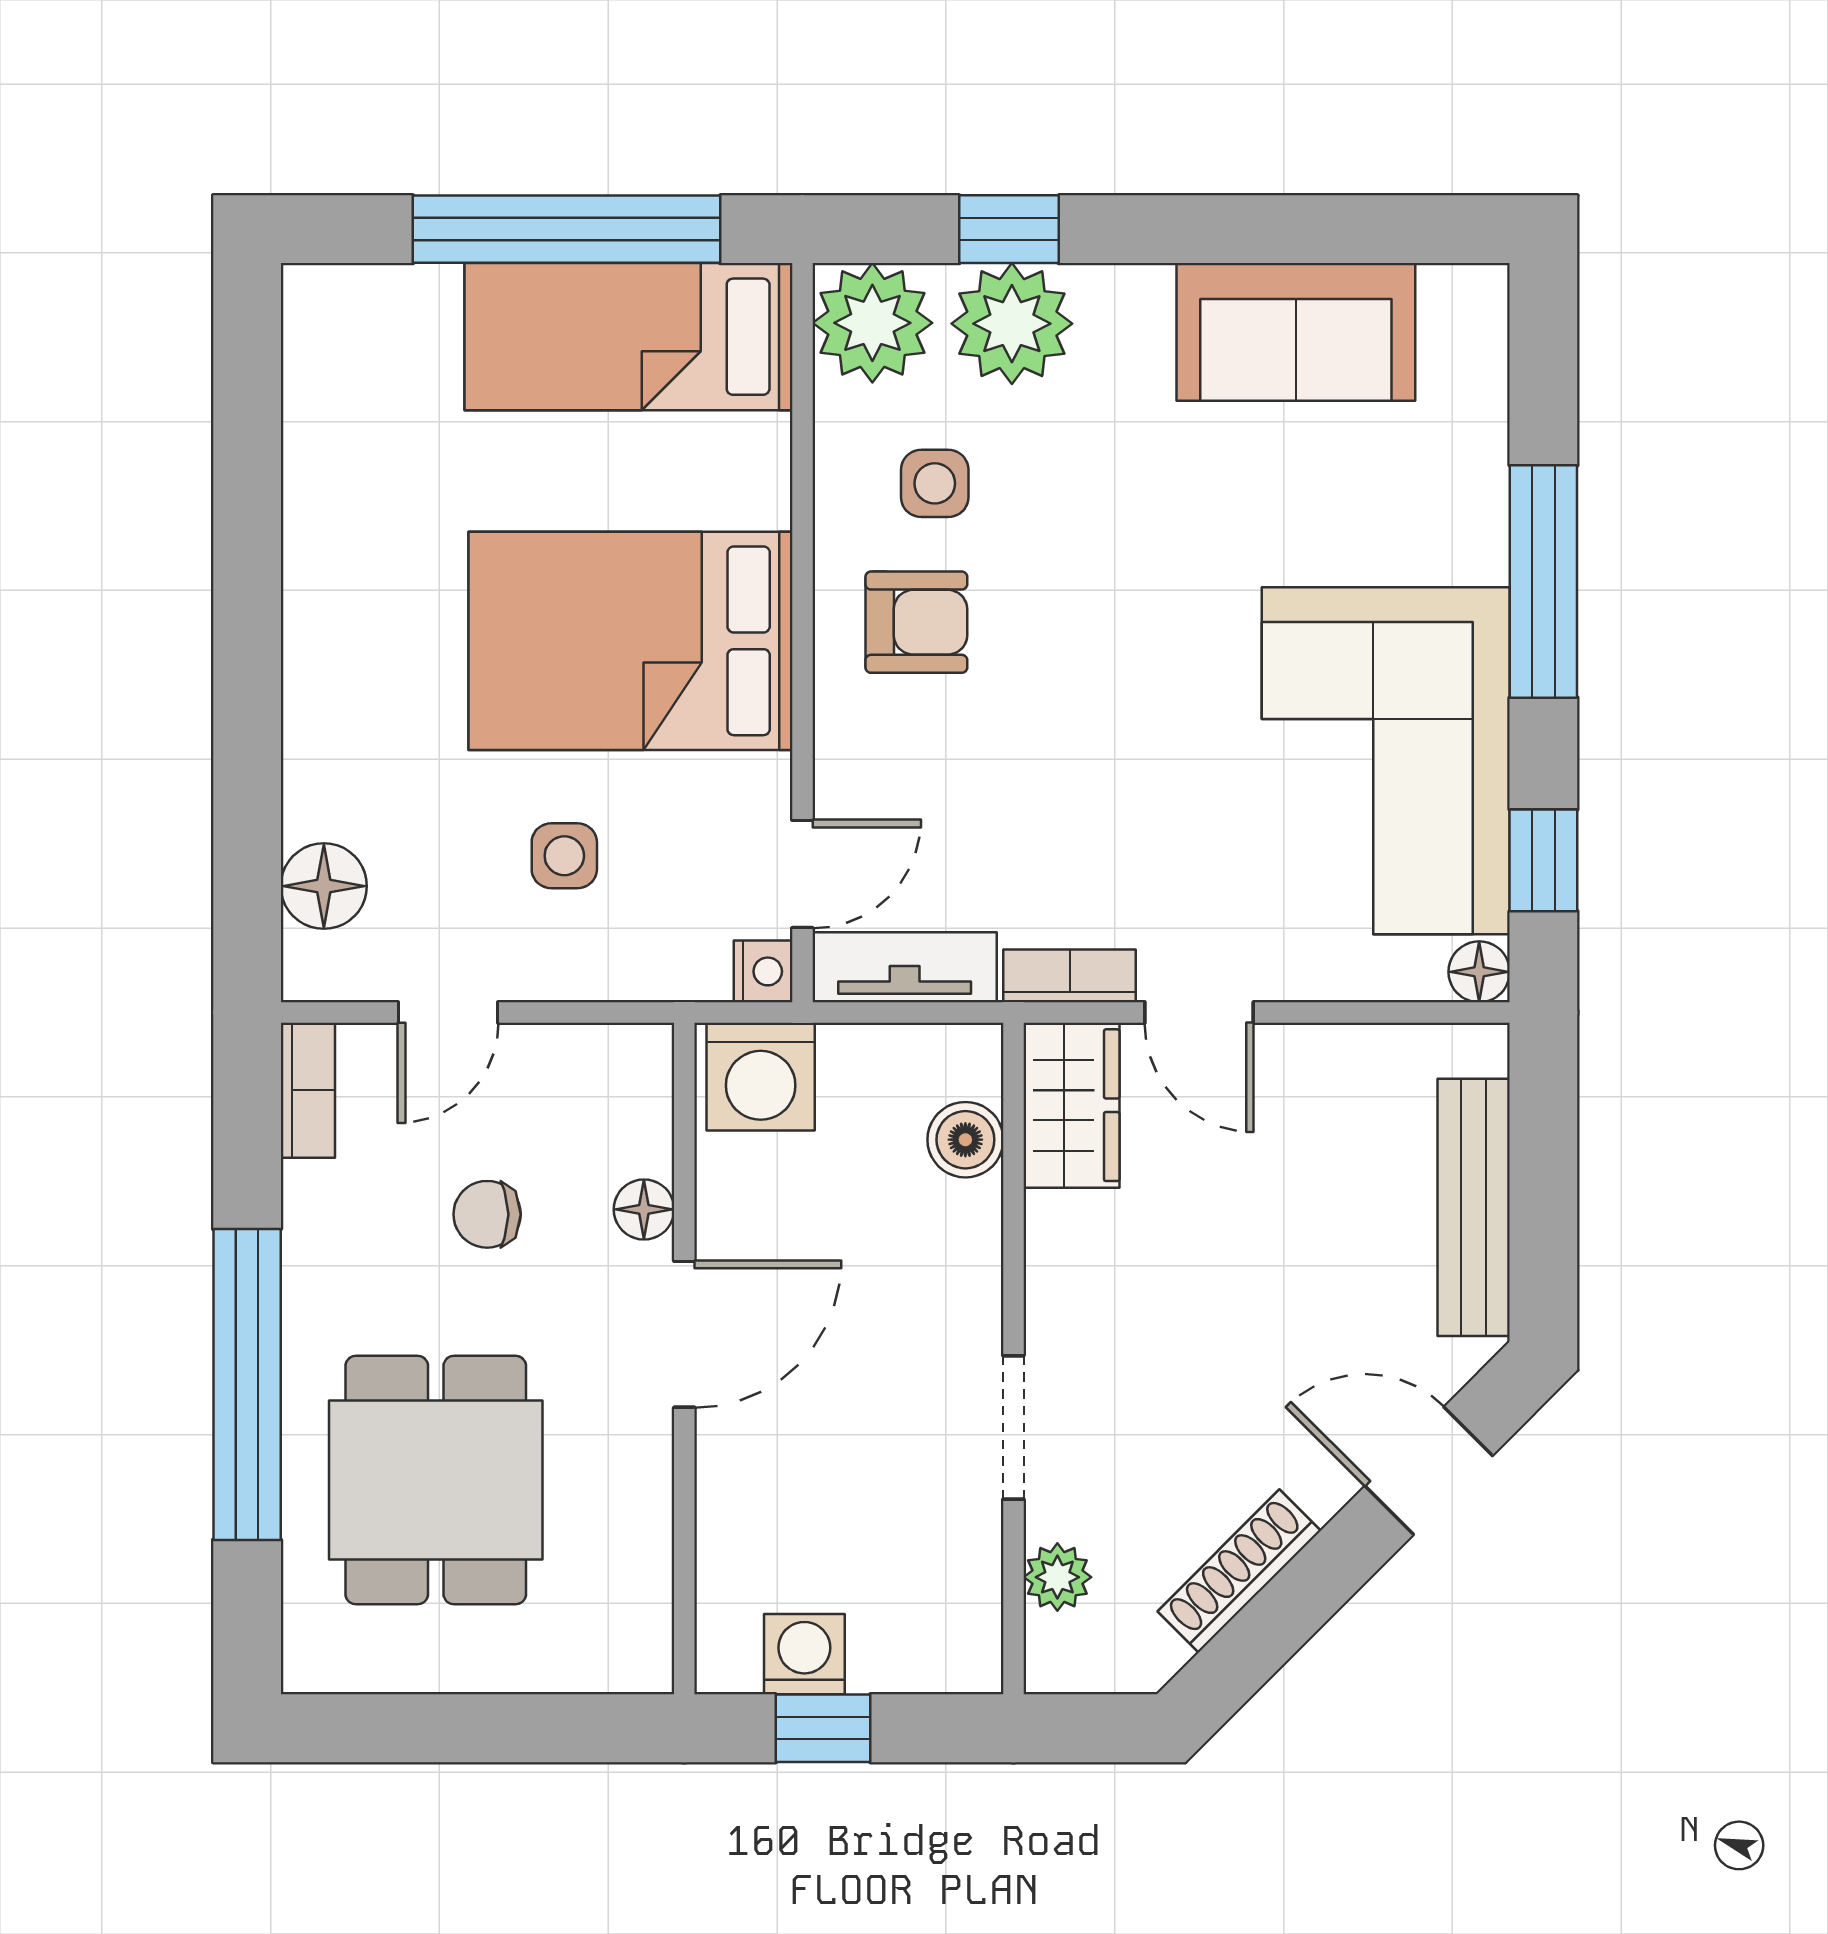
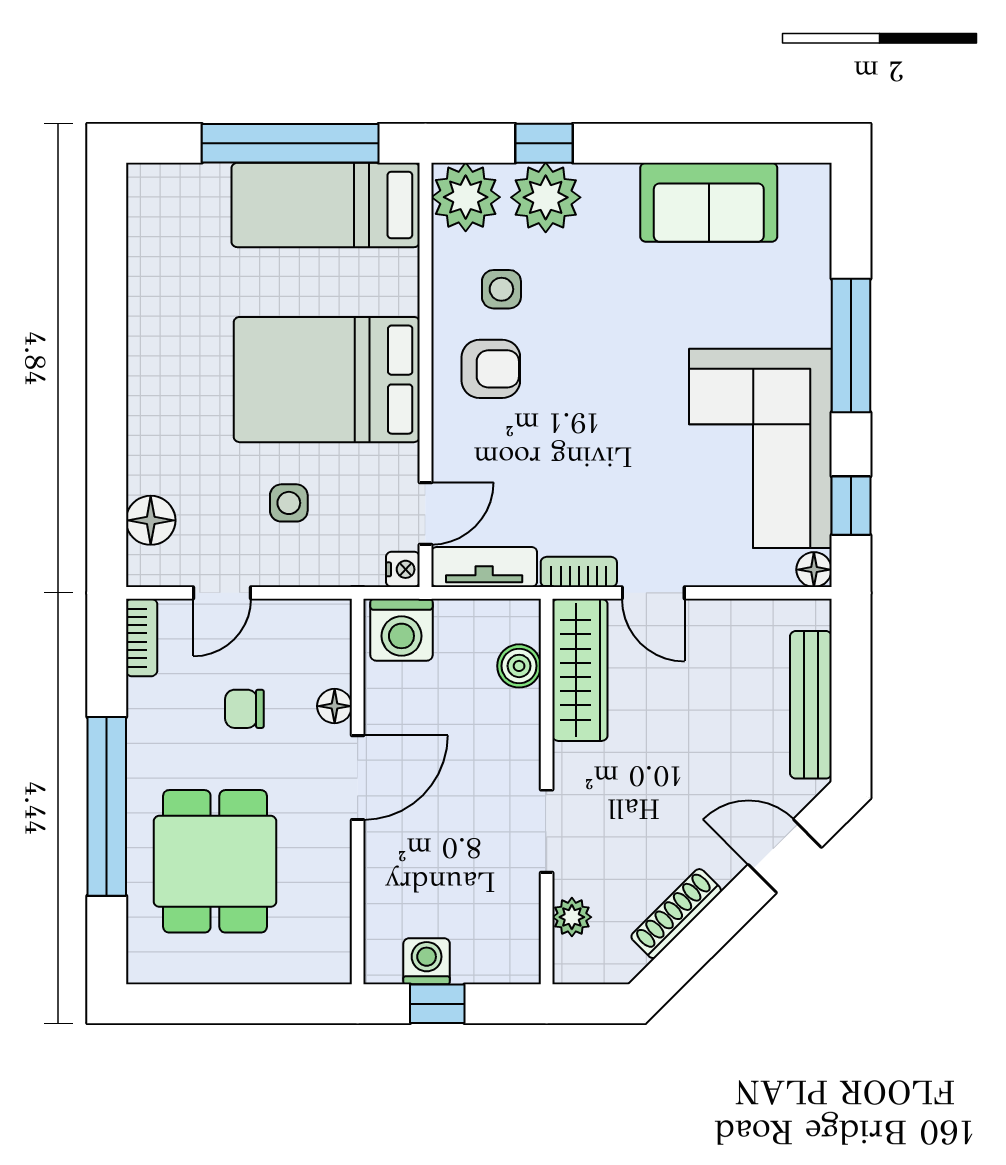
wardrobe: (1071, 1105) -> (580, 670), width x1.50

